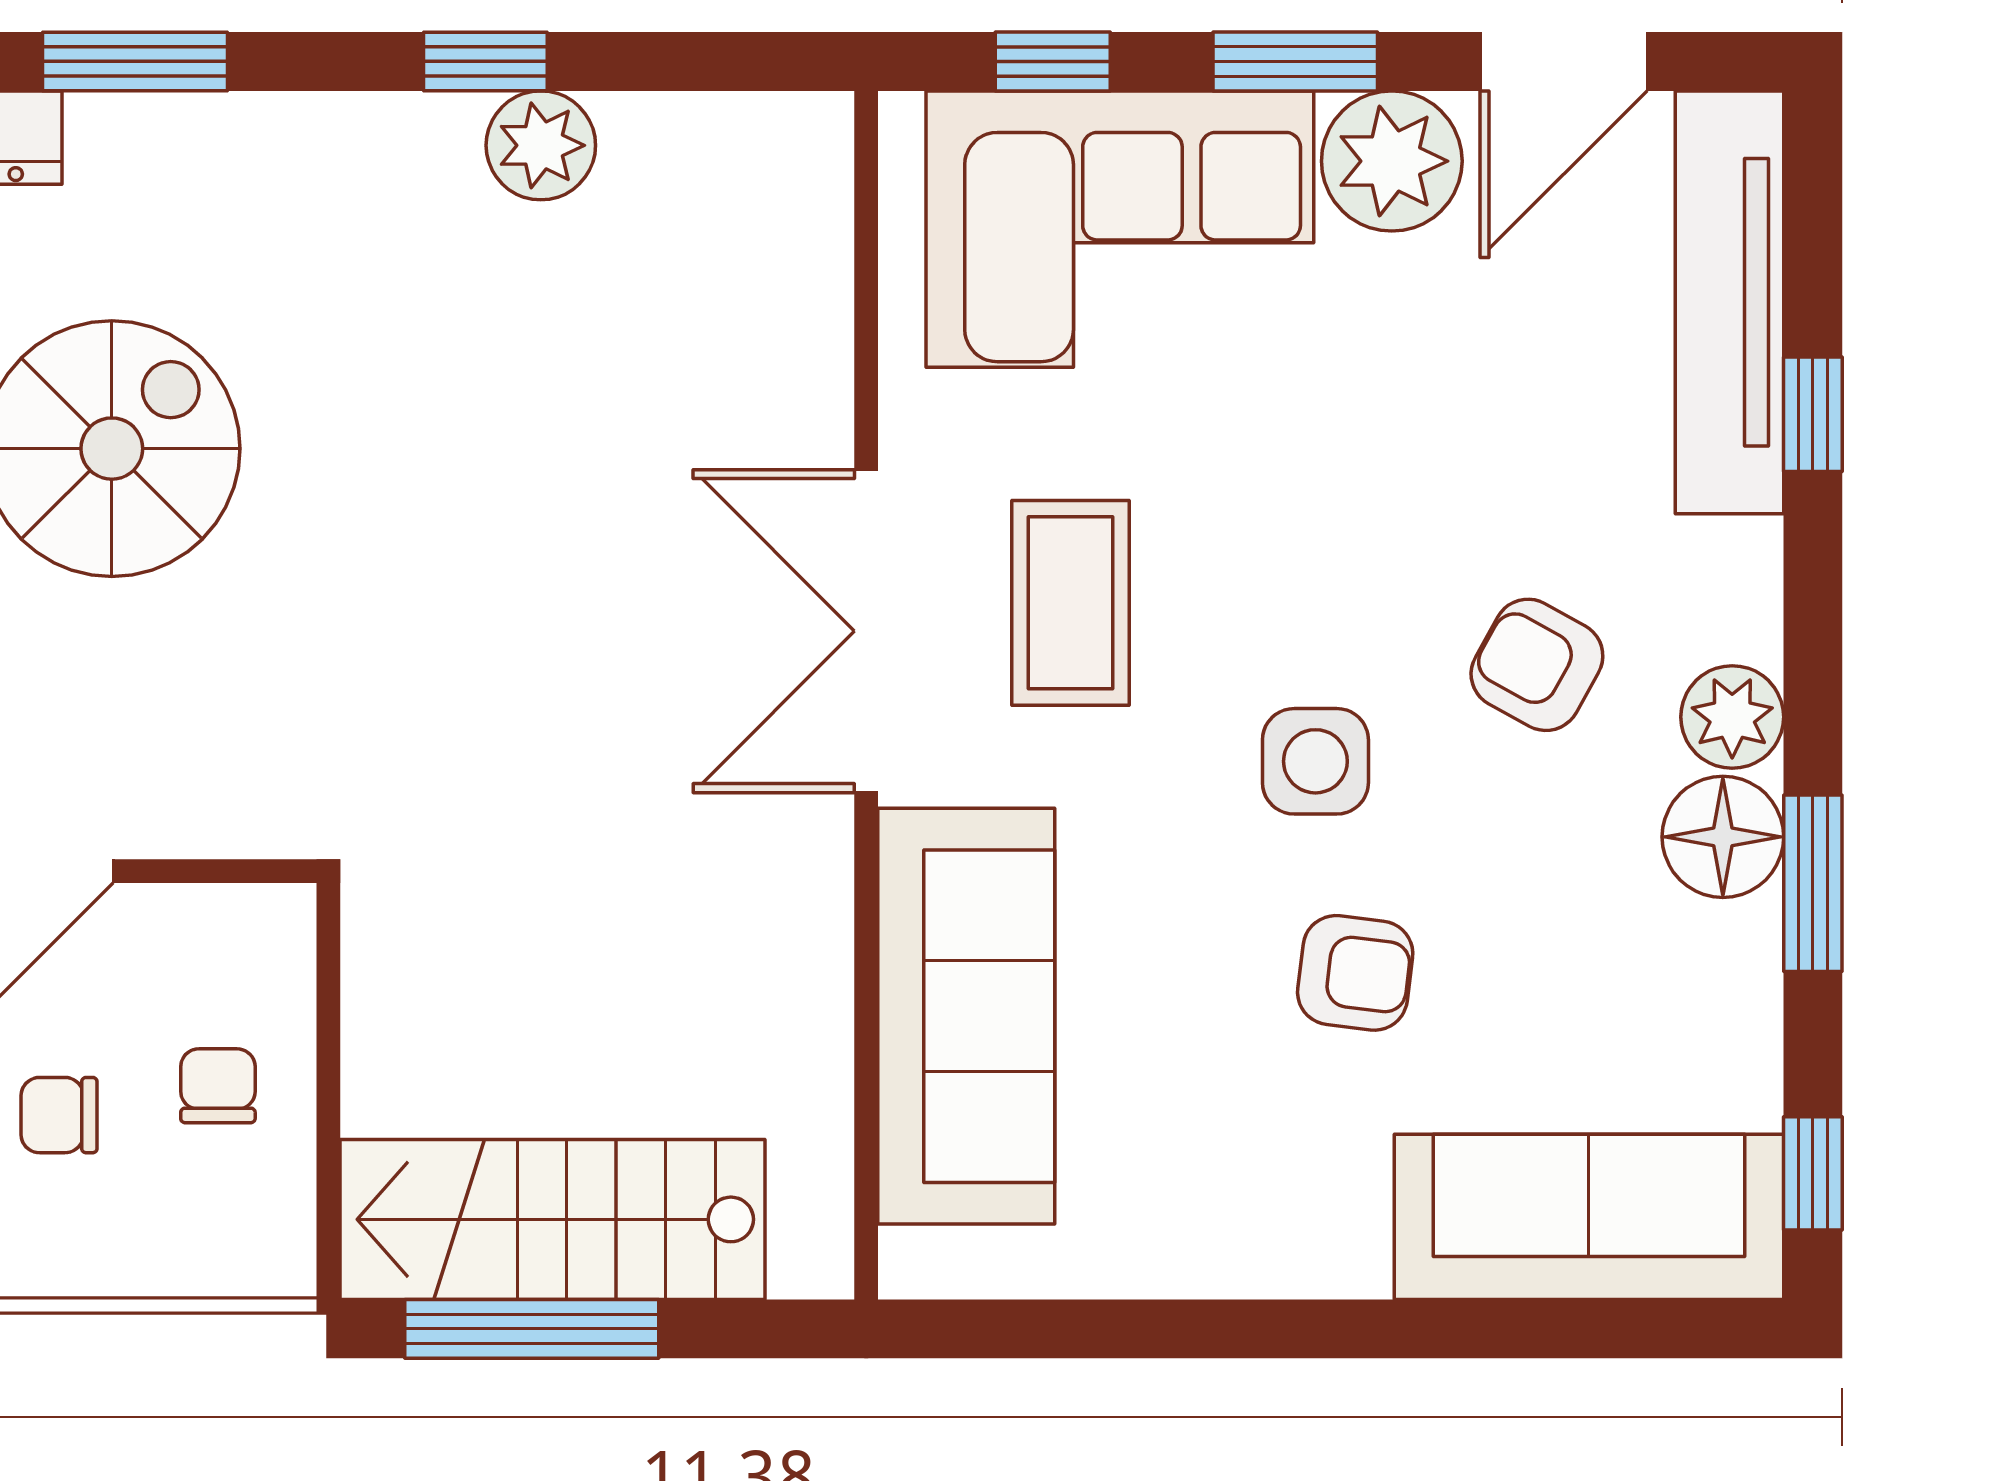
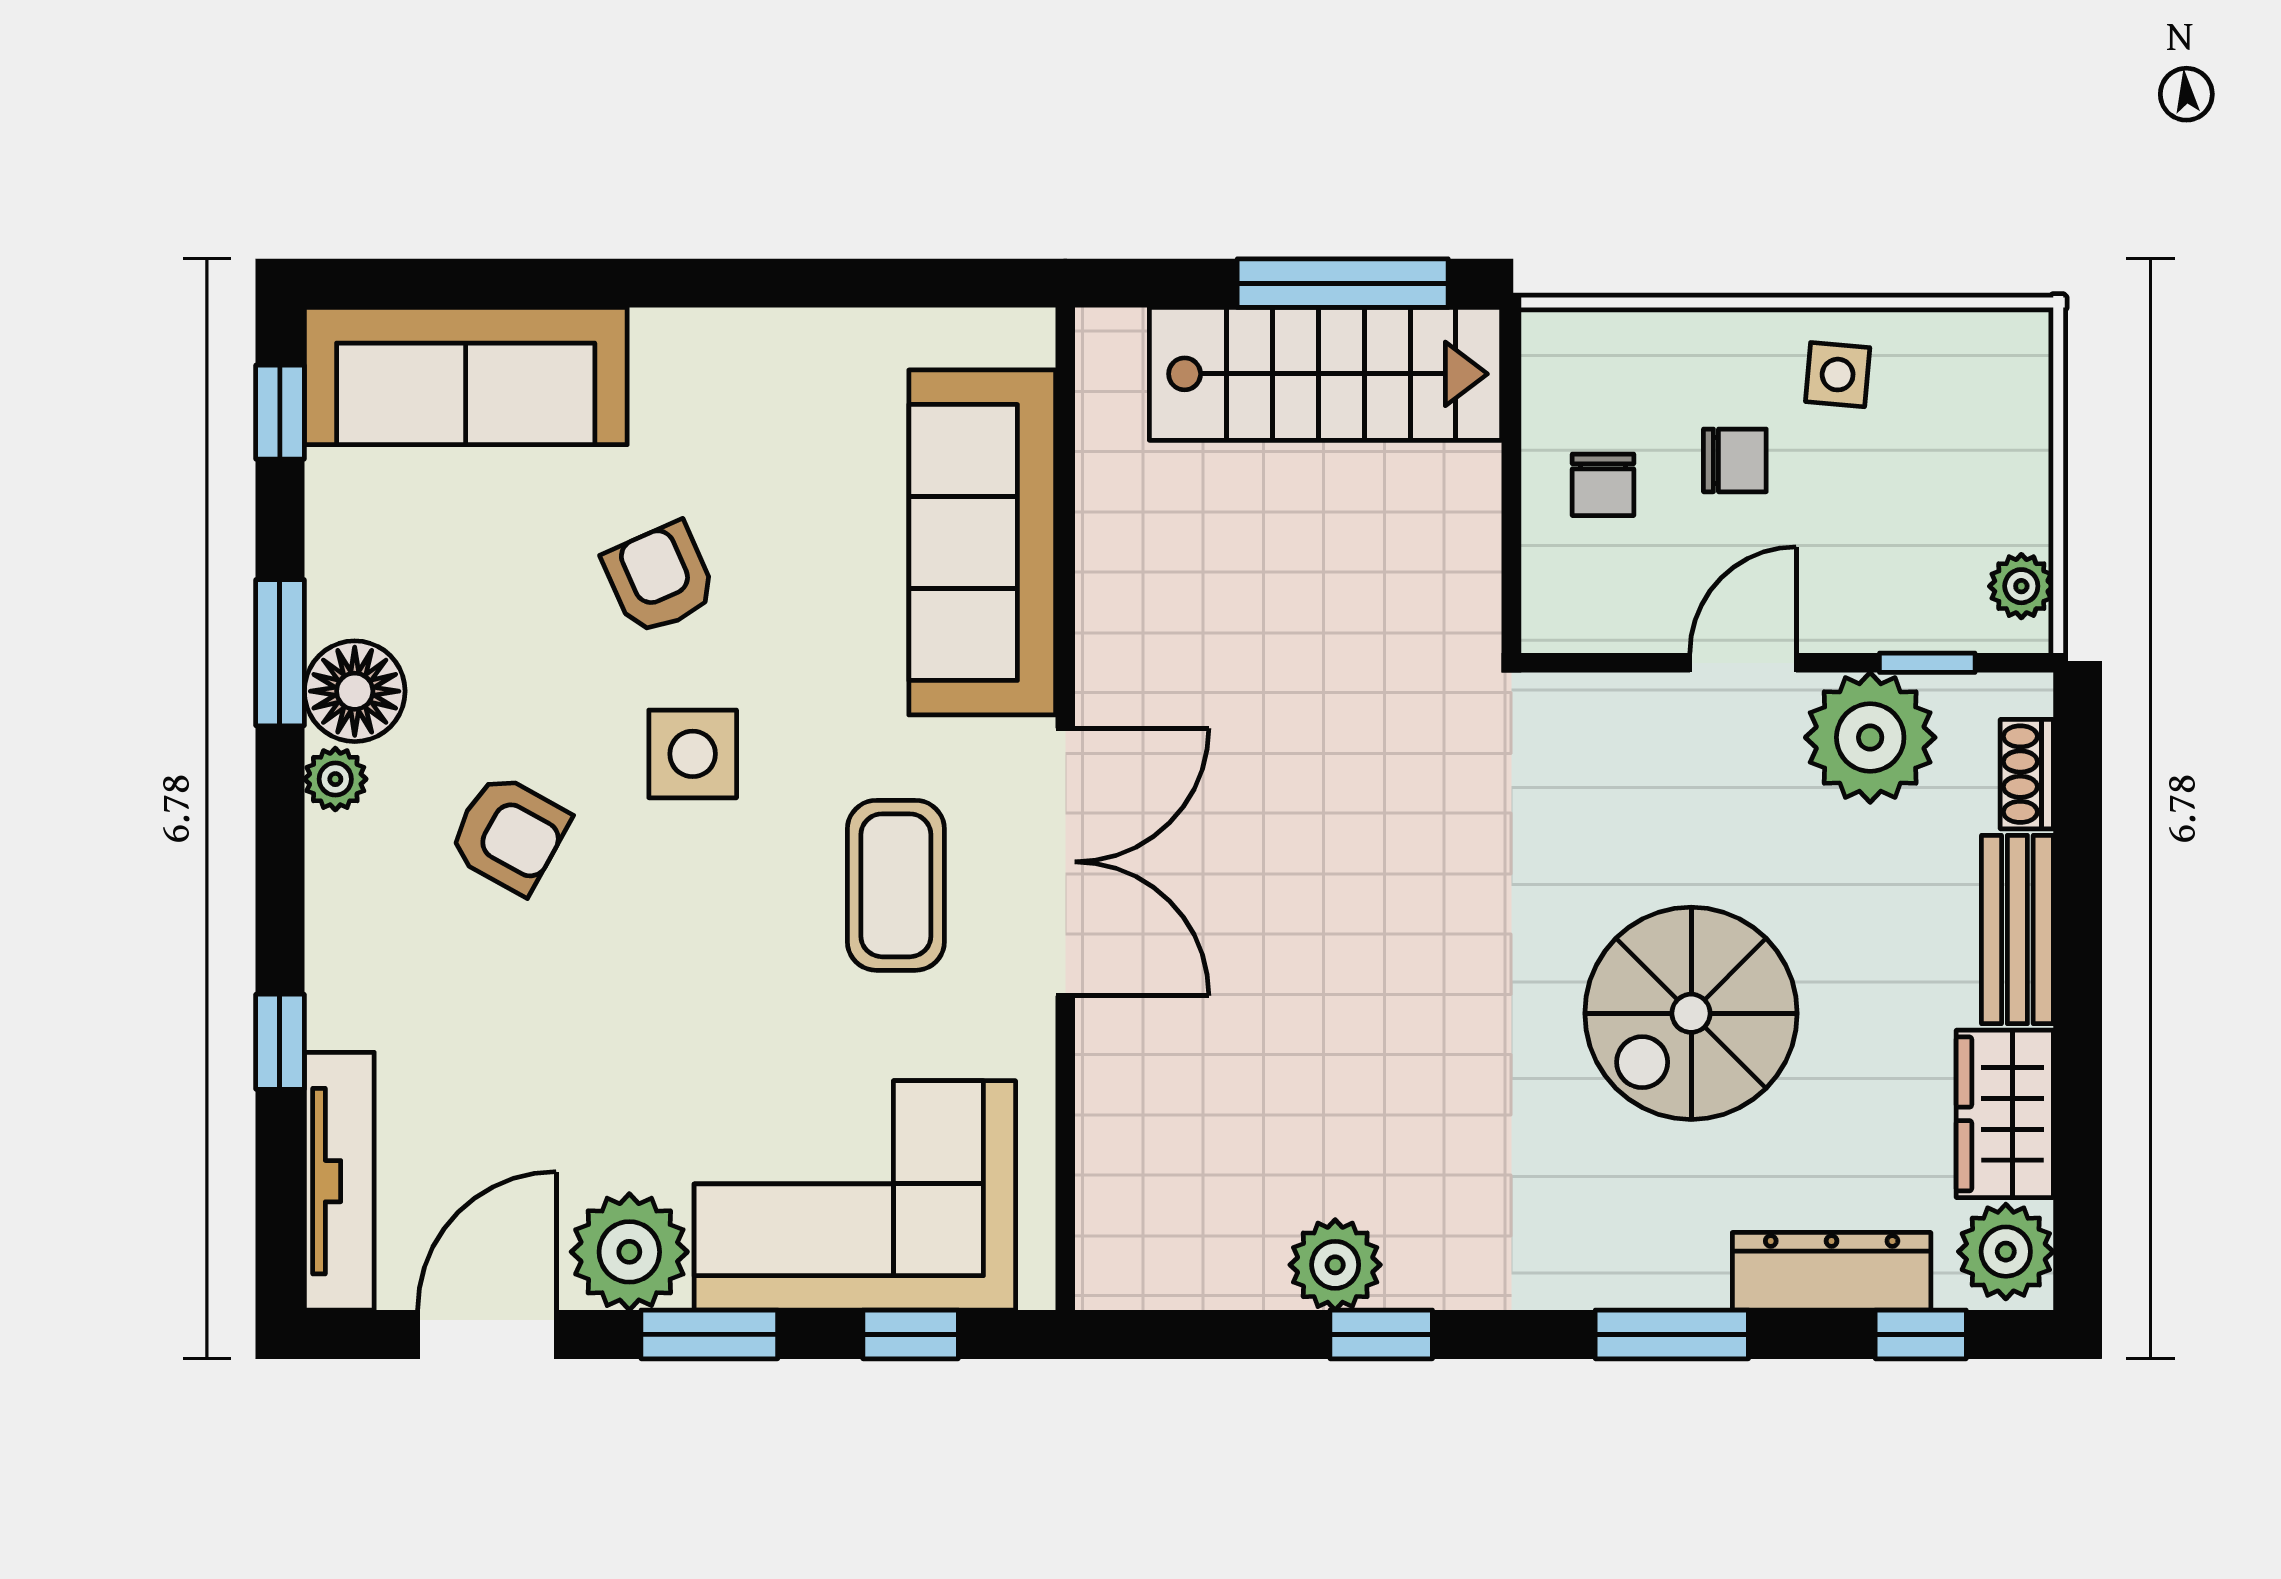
tv unit: (1729, 302) -> (339, 1181), width x0.73, depth x0.78
plant: (1732, 717) -> (335, 779), width x0.73, depth x0.73
armchair: (1355, 973) -> (660, 578), turned 59

